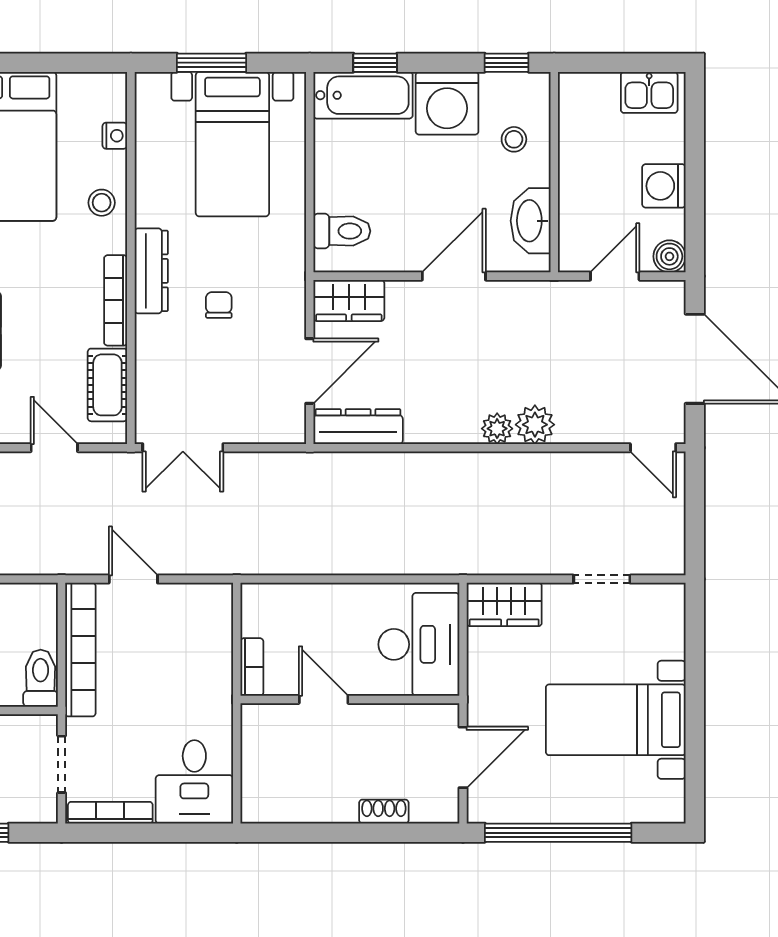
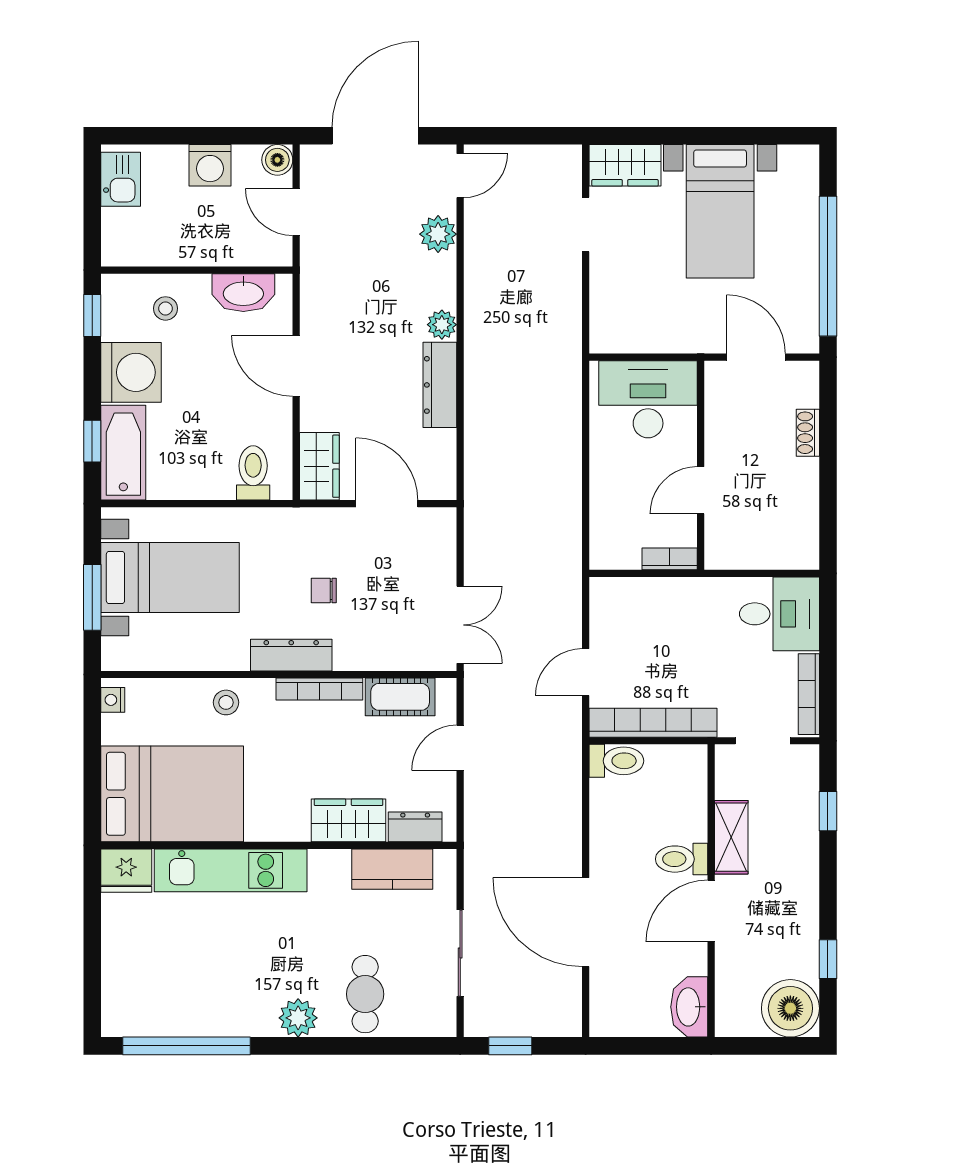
nightstand: (115, 136) -> (113, 700), moved, turned -90
plant: (535, 425) -> (438, 234), moved
dresser: (358, 427) -> (440, 385), moved
wardrobe: (504, 604) -> (625, 165), moved, turned 90
toilet: (41, 678) -> (616, 761), moved, turned 180

